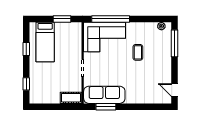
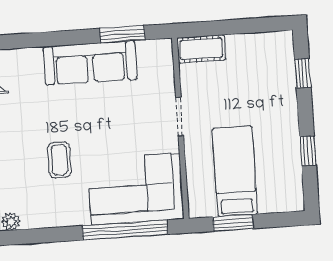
bed: (45, 42) -> (235, 171), moved
sofa: (104, 95) -> (90, 63), moved

